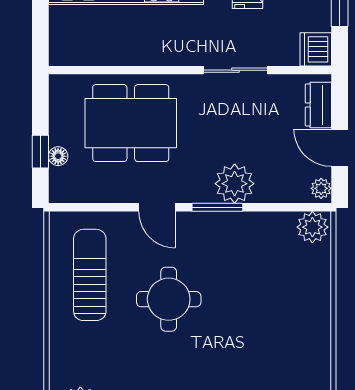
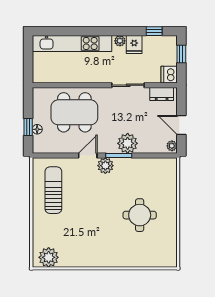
dresser: (318, 105) -> (162, 94), moved, turned -90
door: (157, 207) -> (88, 156), swing flipped
plant: (312, 227) -> (105, 166), moved
round table: (169, 299) -> (140, 215), moved

